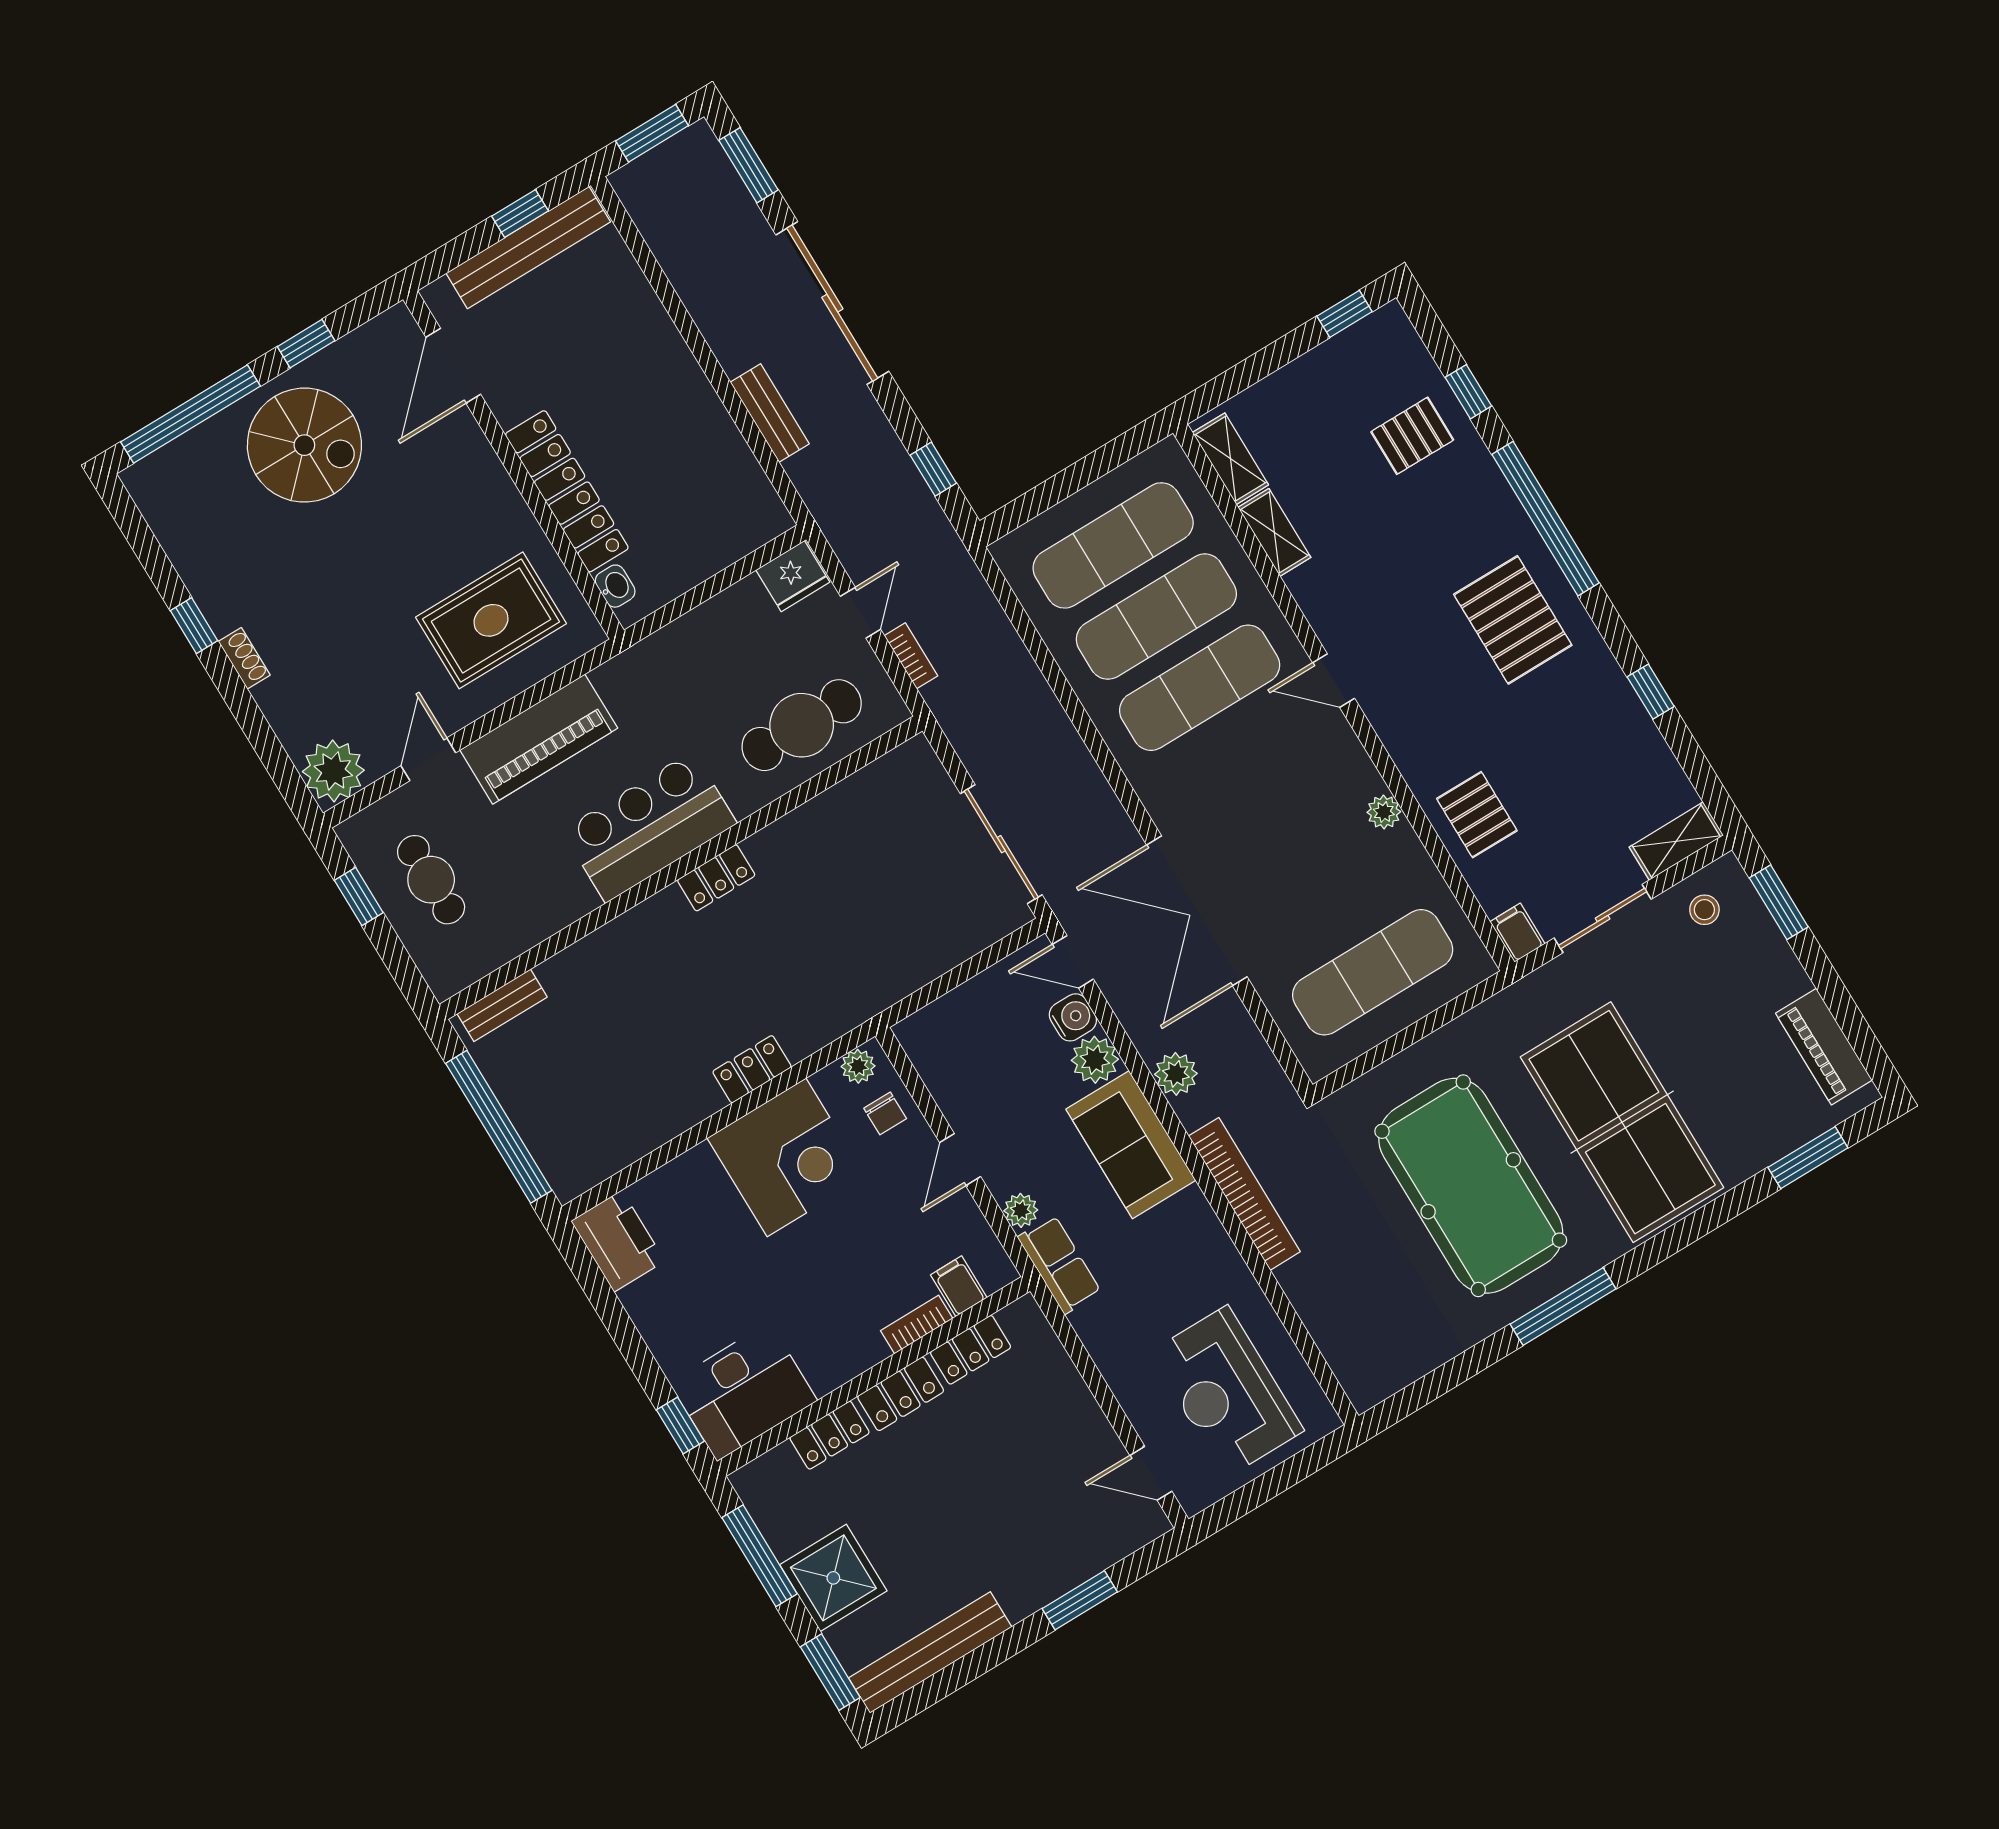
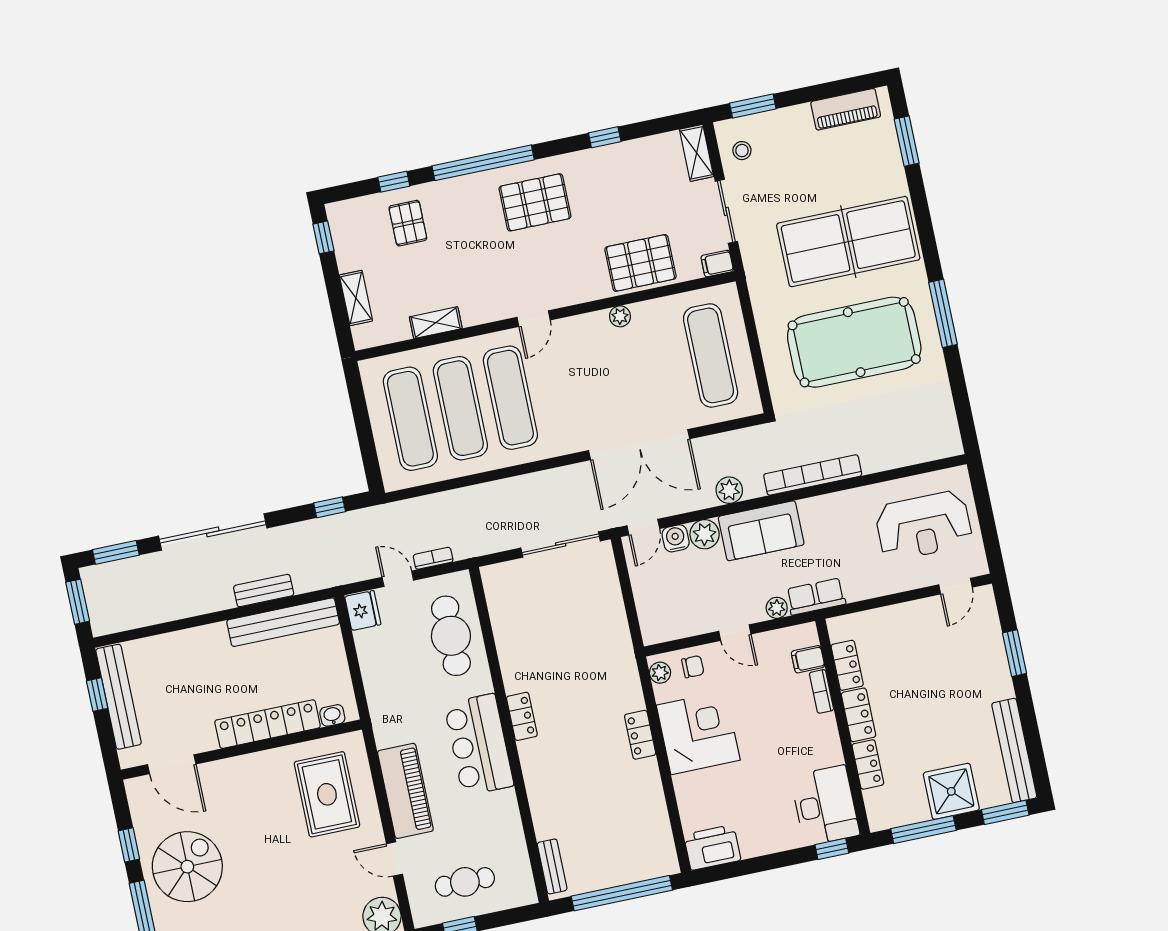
shelving: (1230, 459) -> (356, 298), moved, turned 90
bench: (732, 460) -> (283, 622), added
pallet: (1477, 815) -> (640, 263), width x1.50, depth x1.42

